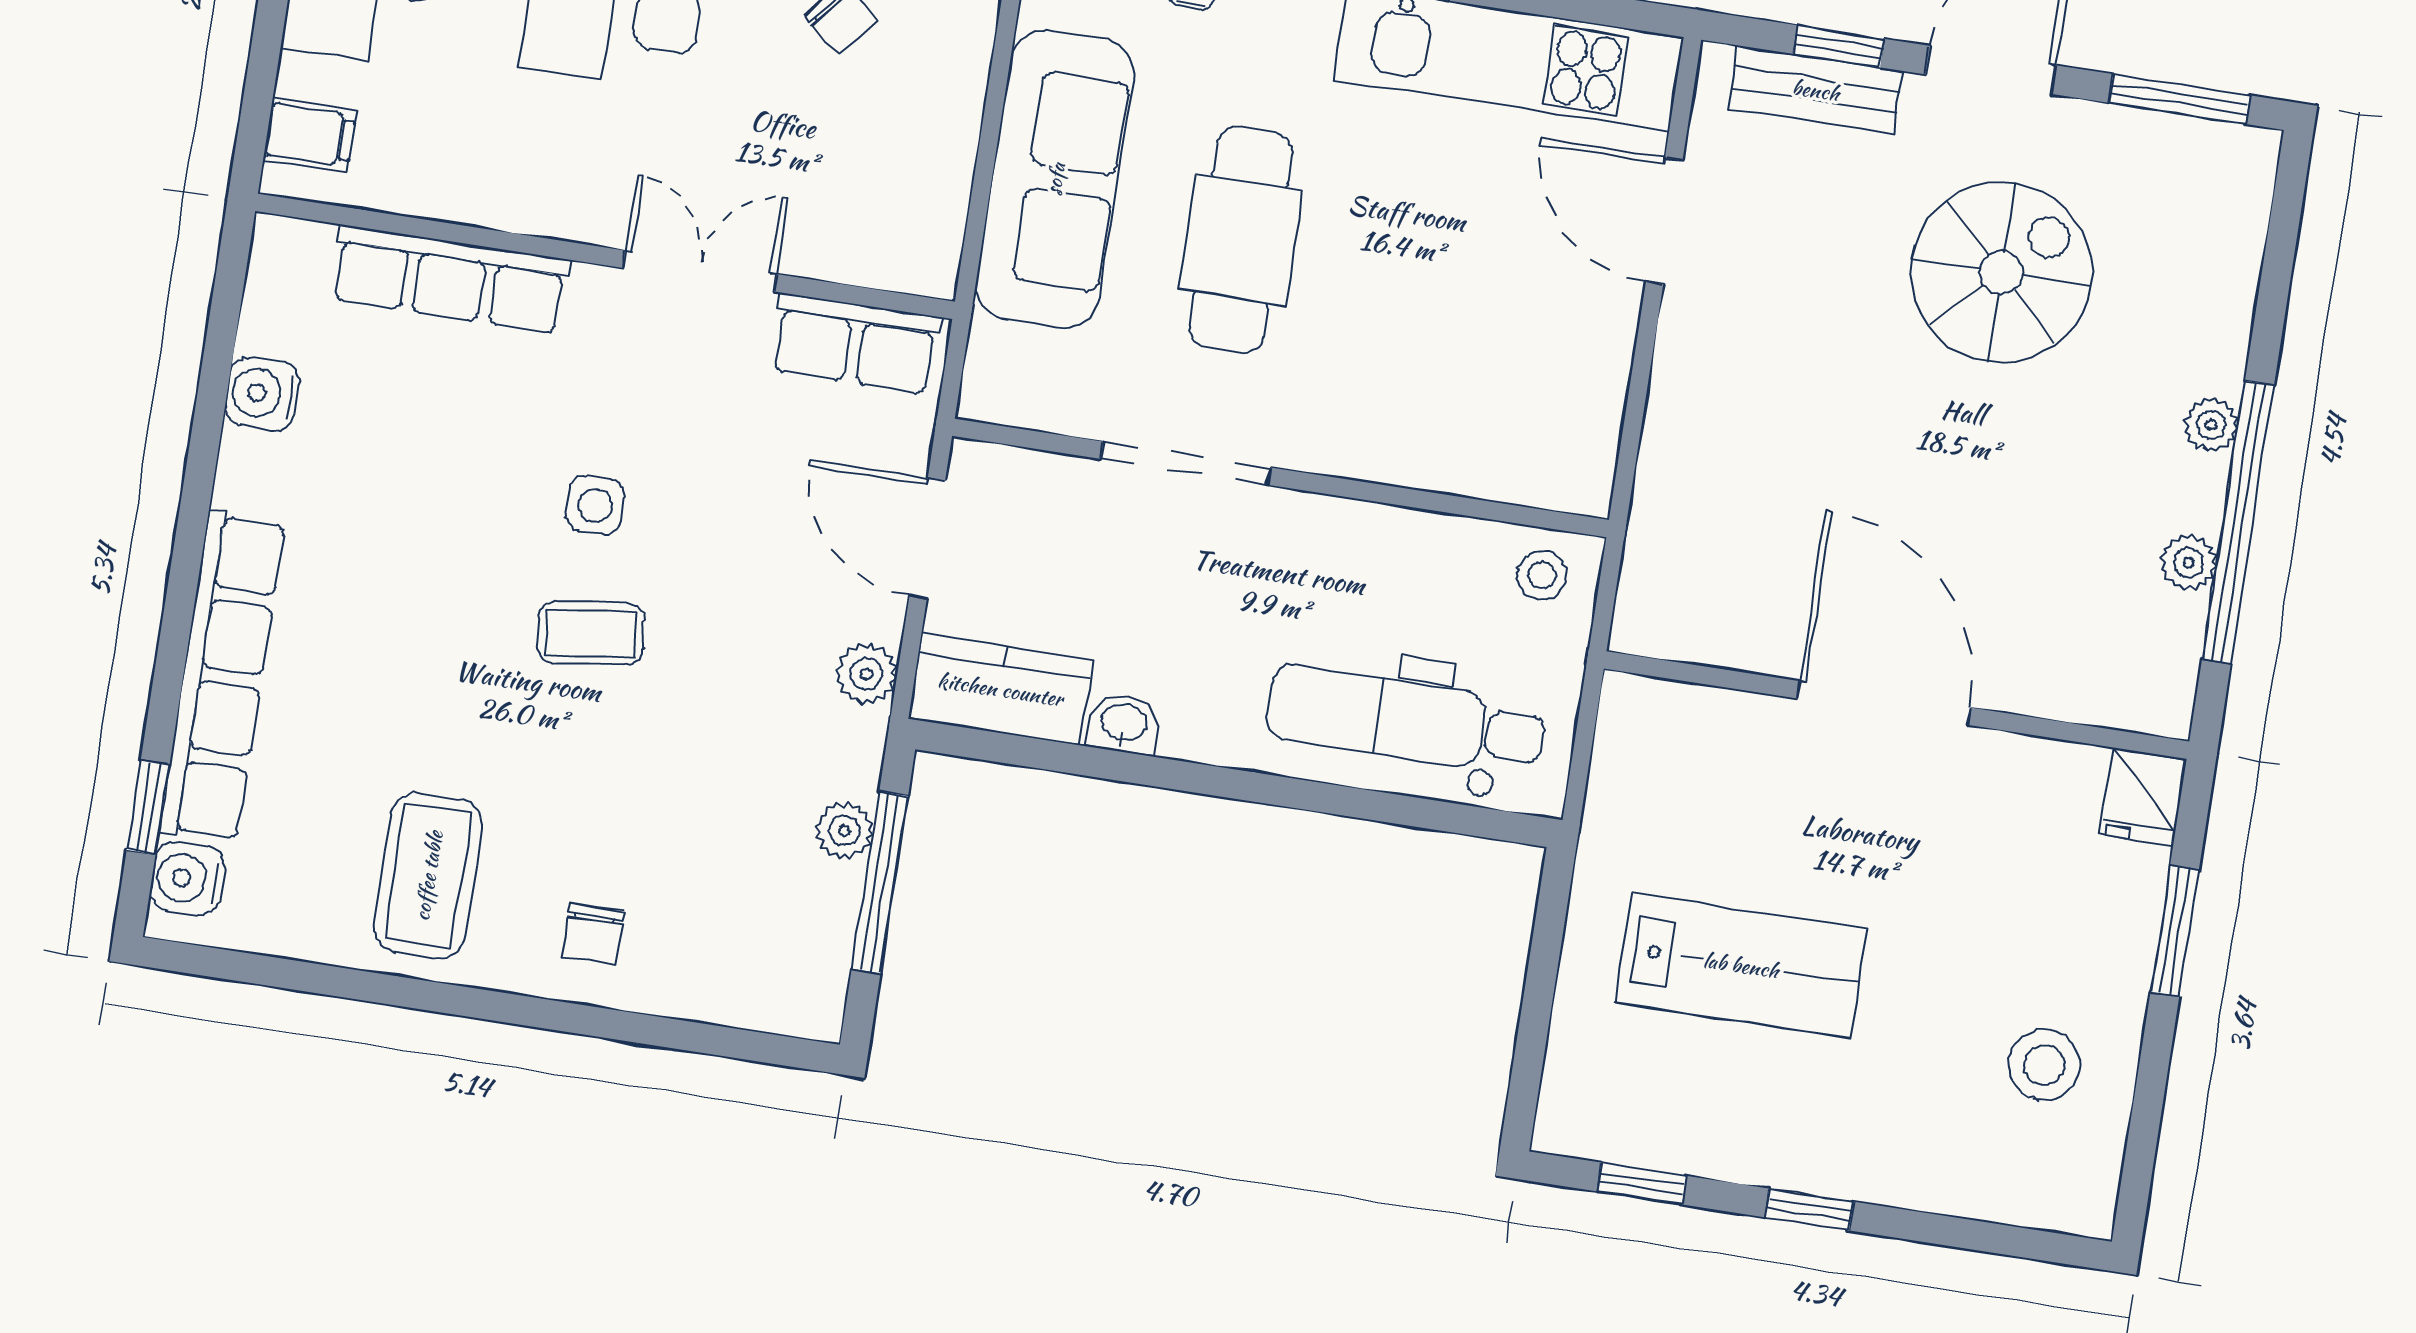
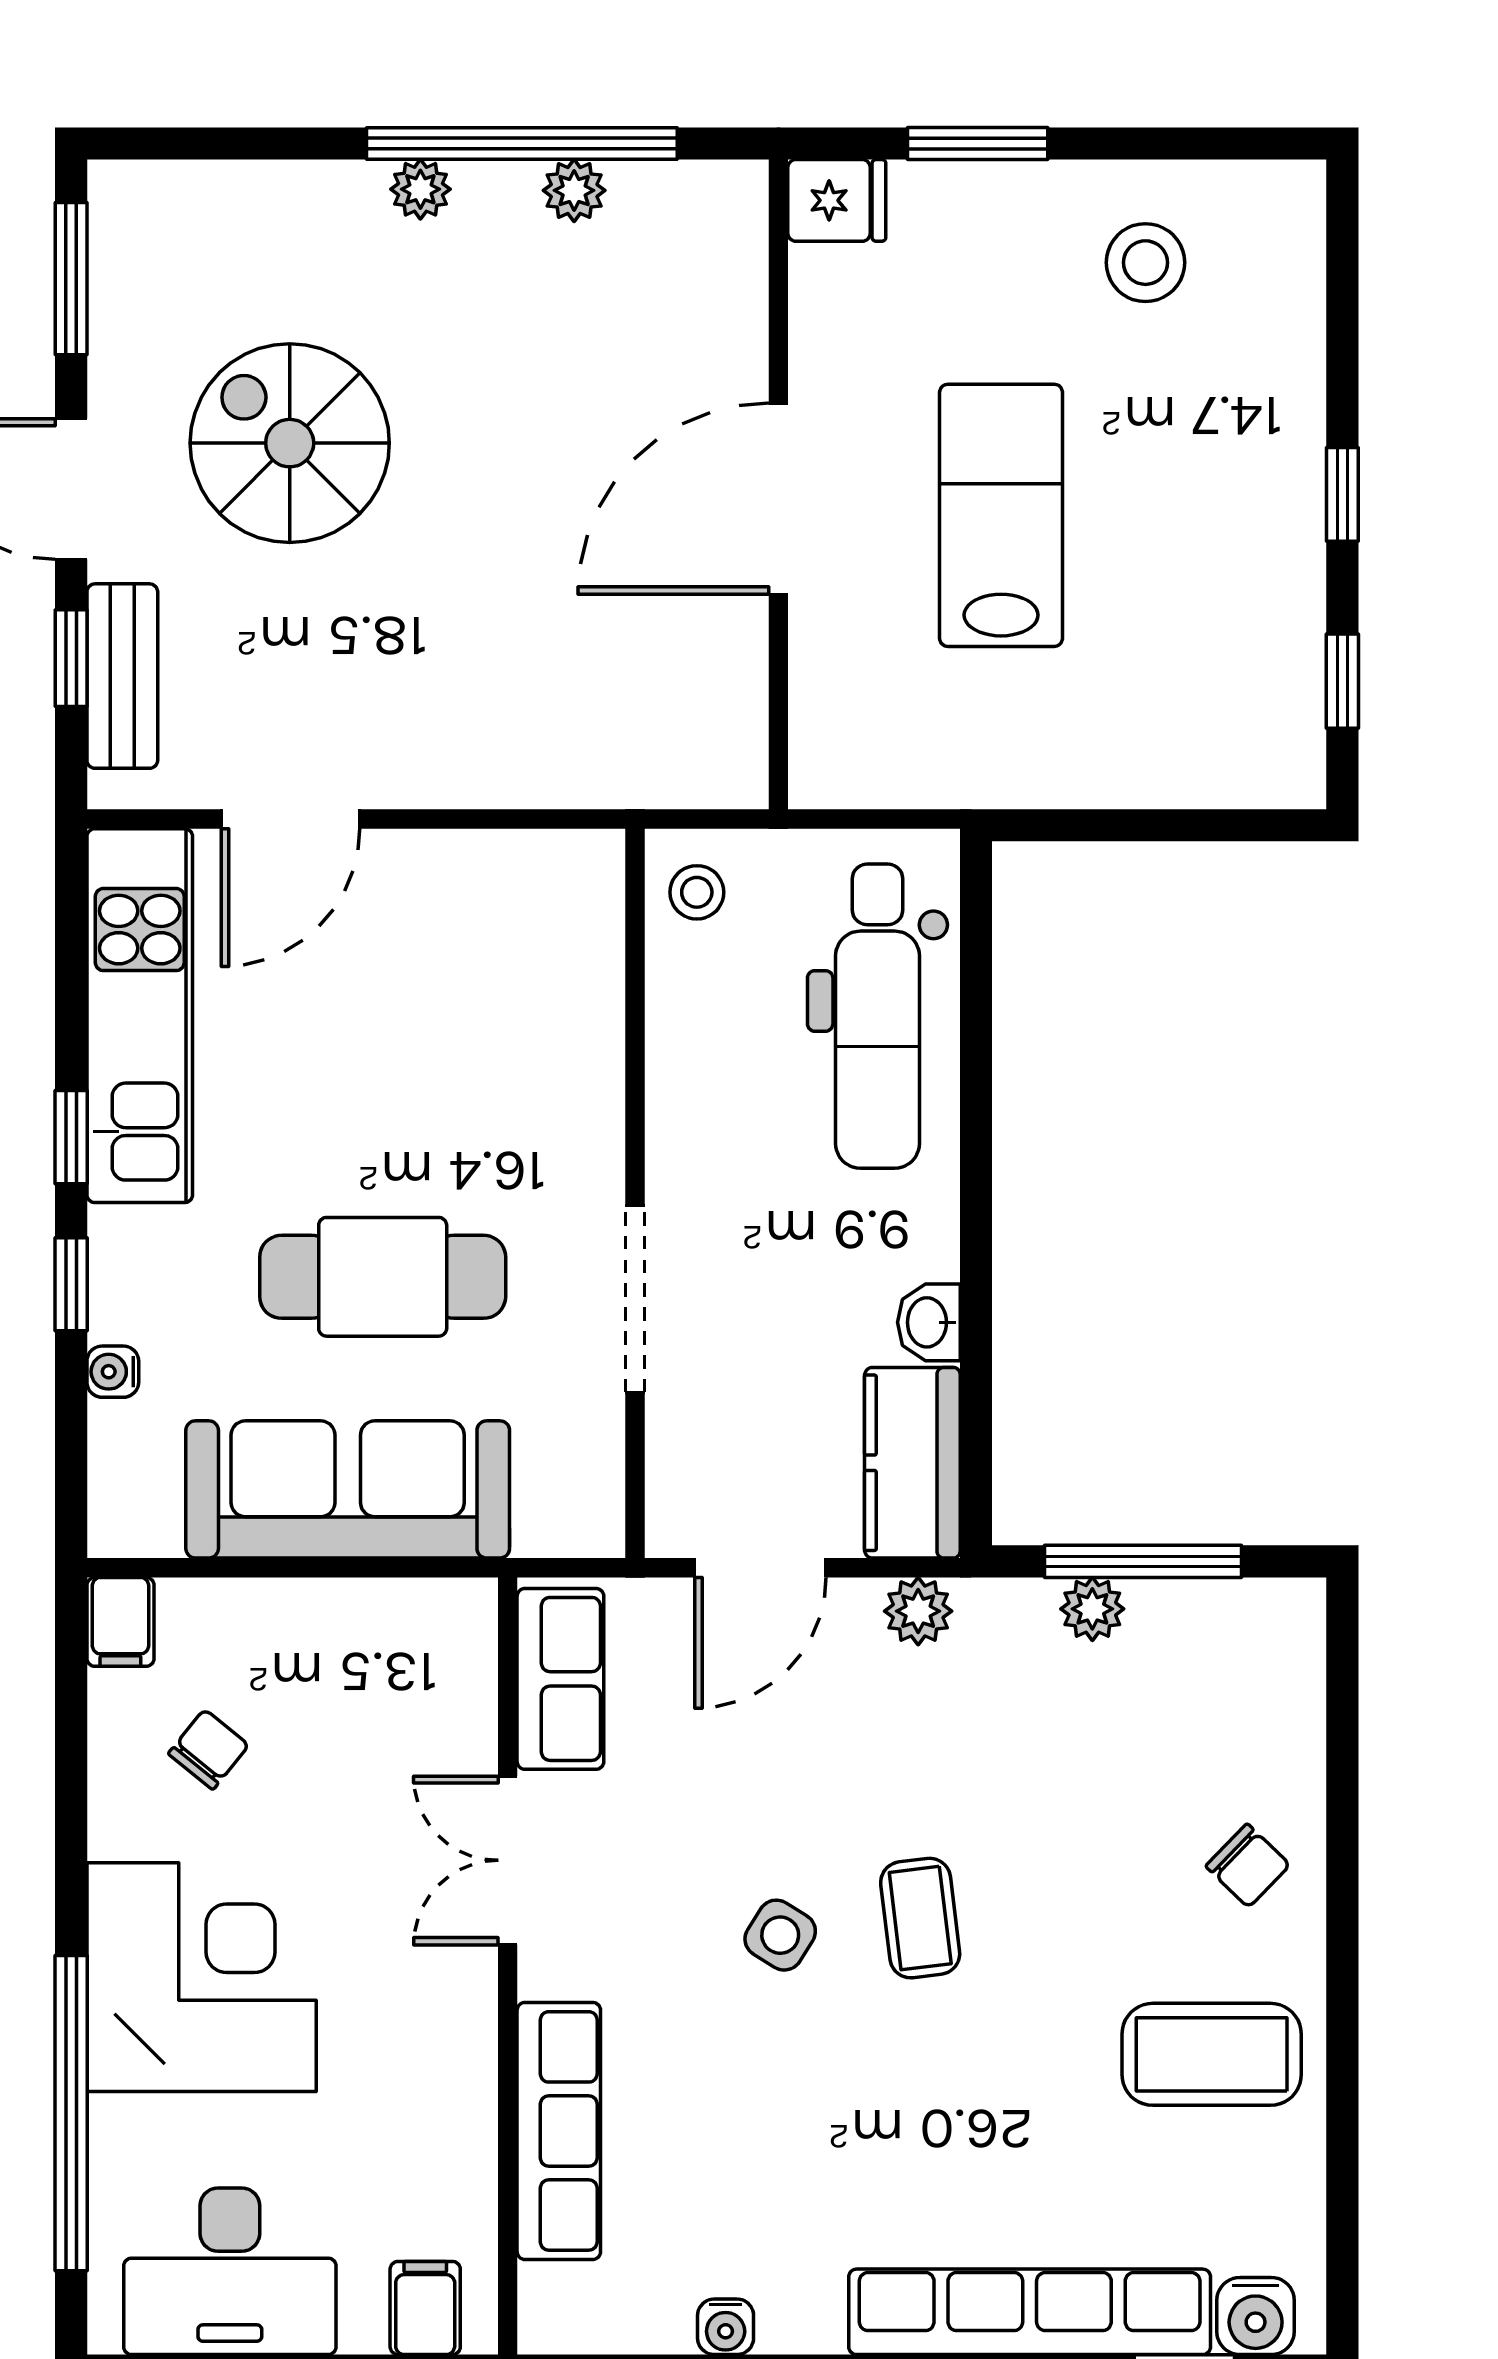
water cooler: (262, 394) -> (726, 2327), width x0.72, depth x0.72
side table: (595, 505) -> (780, 1935), turned 32
chair: (592, 934) -> (1248, 1866), turned 44
lab bench: (1741, 965) -> (1001, 515), moved

